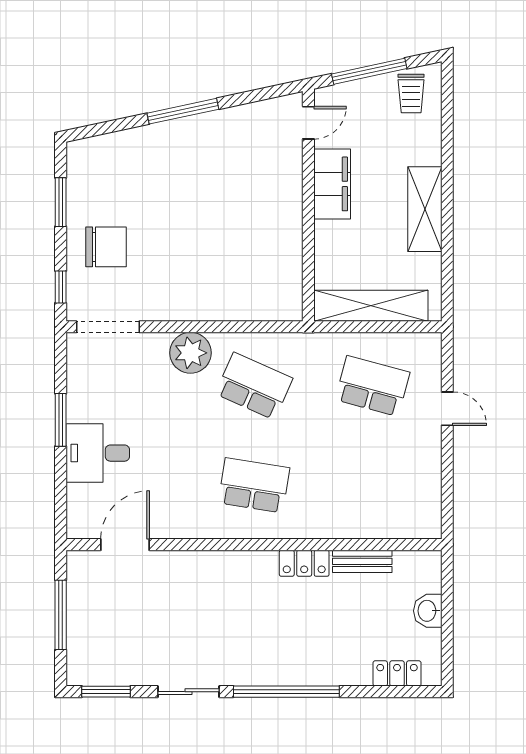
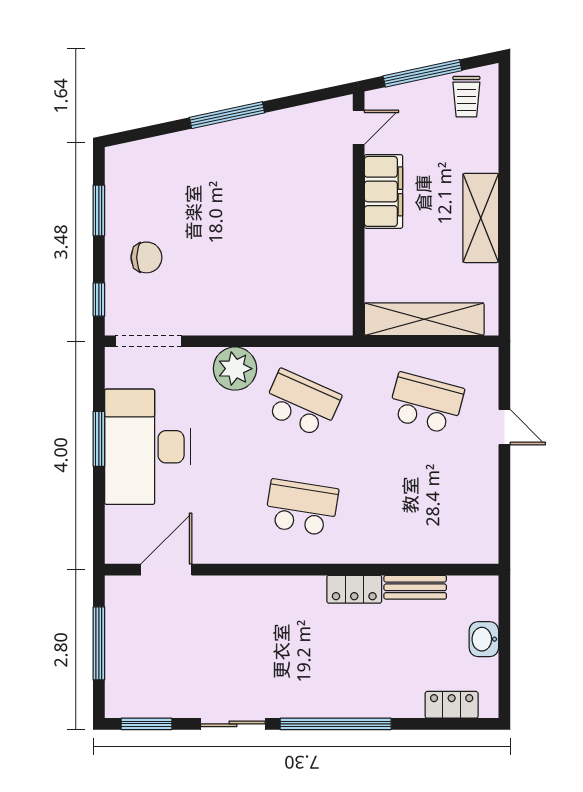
chair: (106, 247) -> (146, 257), width x0.73, depth x0.73
desk: (98, 453) -> (148, 447), width x1.87, depth x1.30

